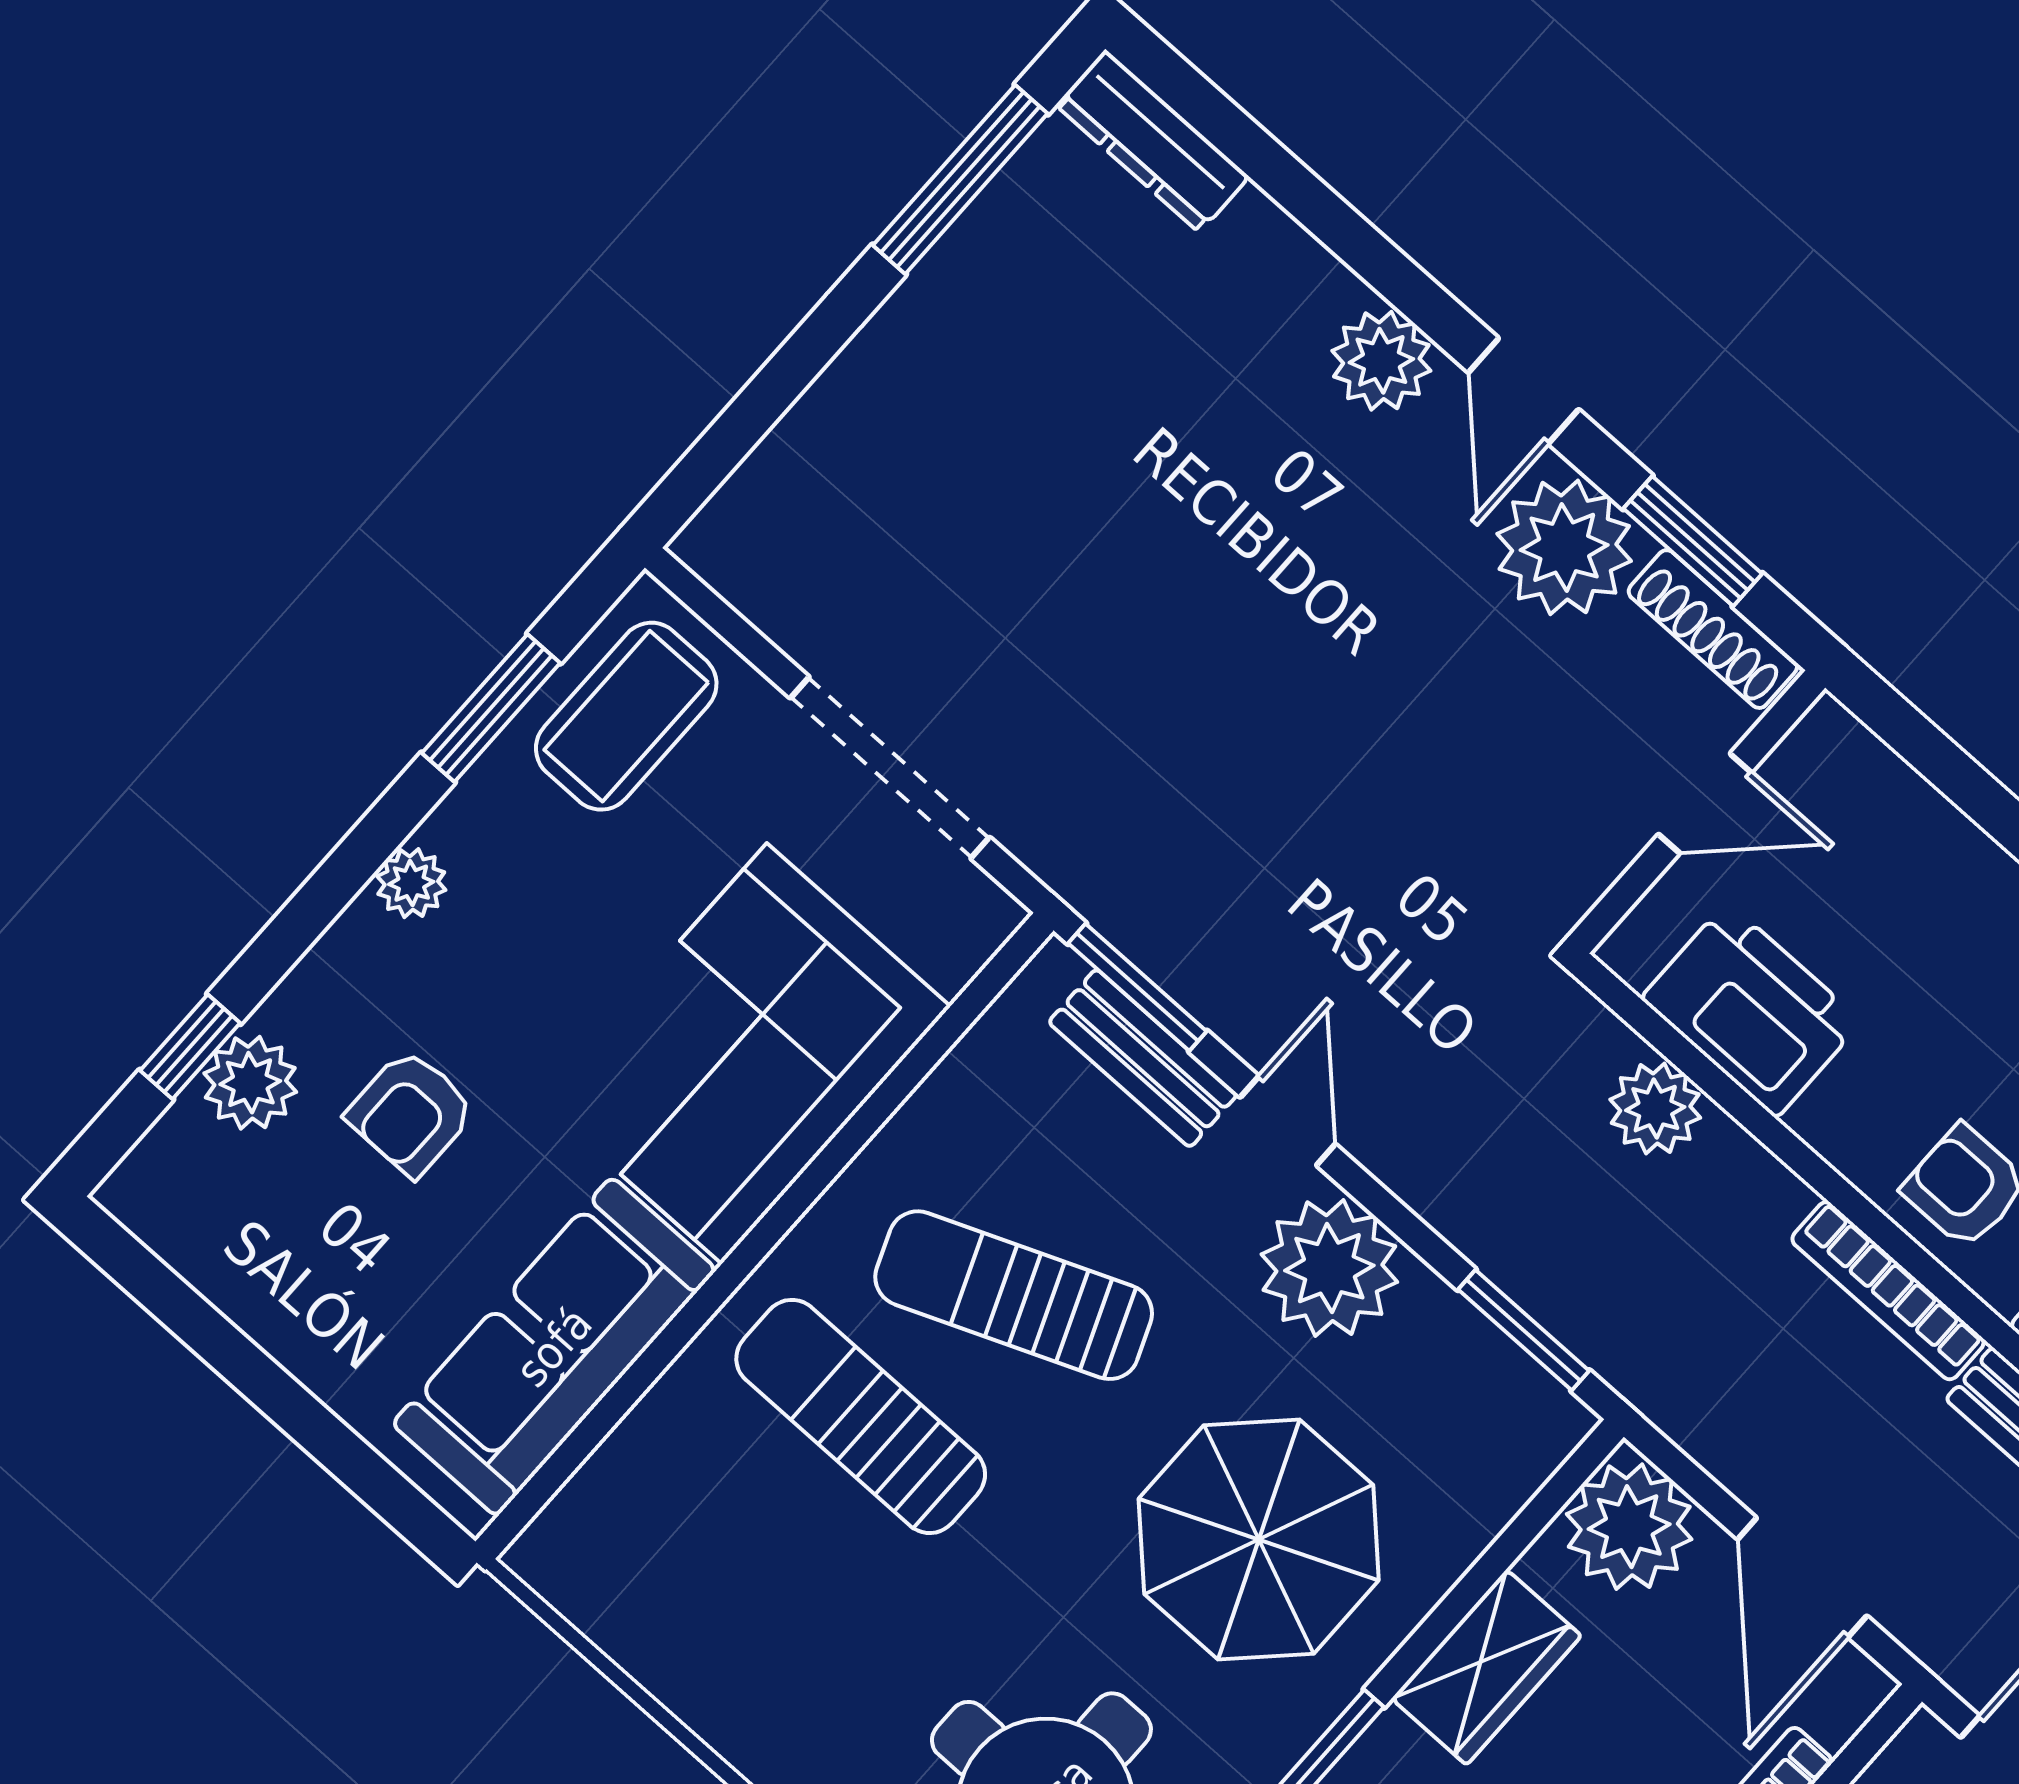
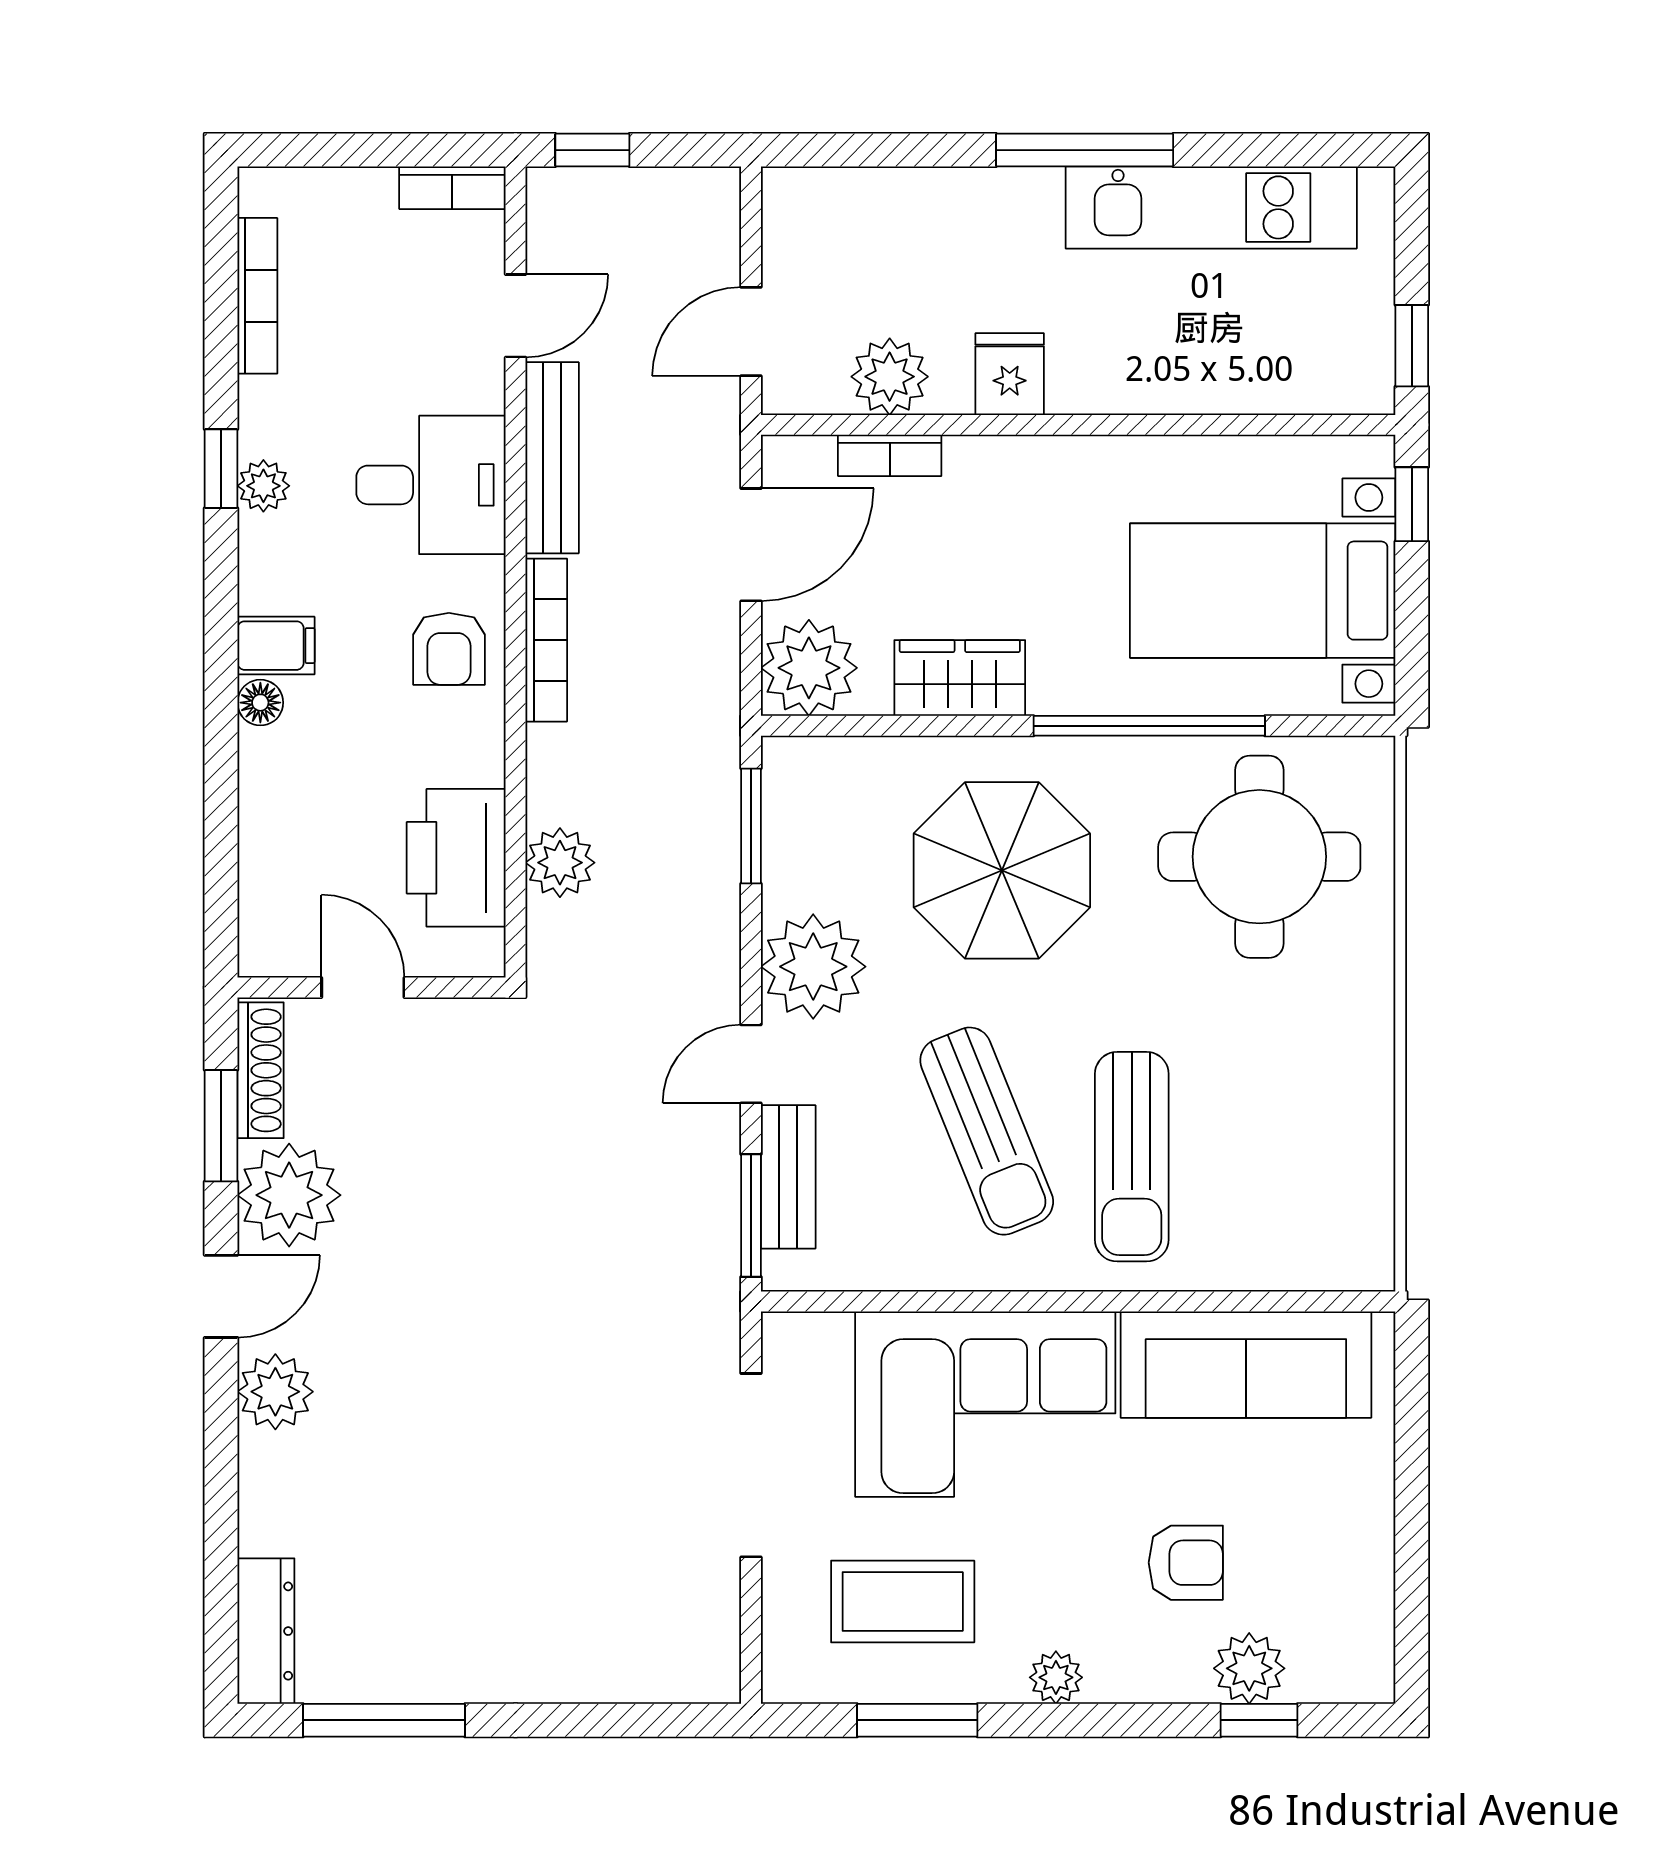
coffee table: (626, 716) -> (903, 1601), moved

